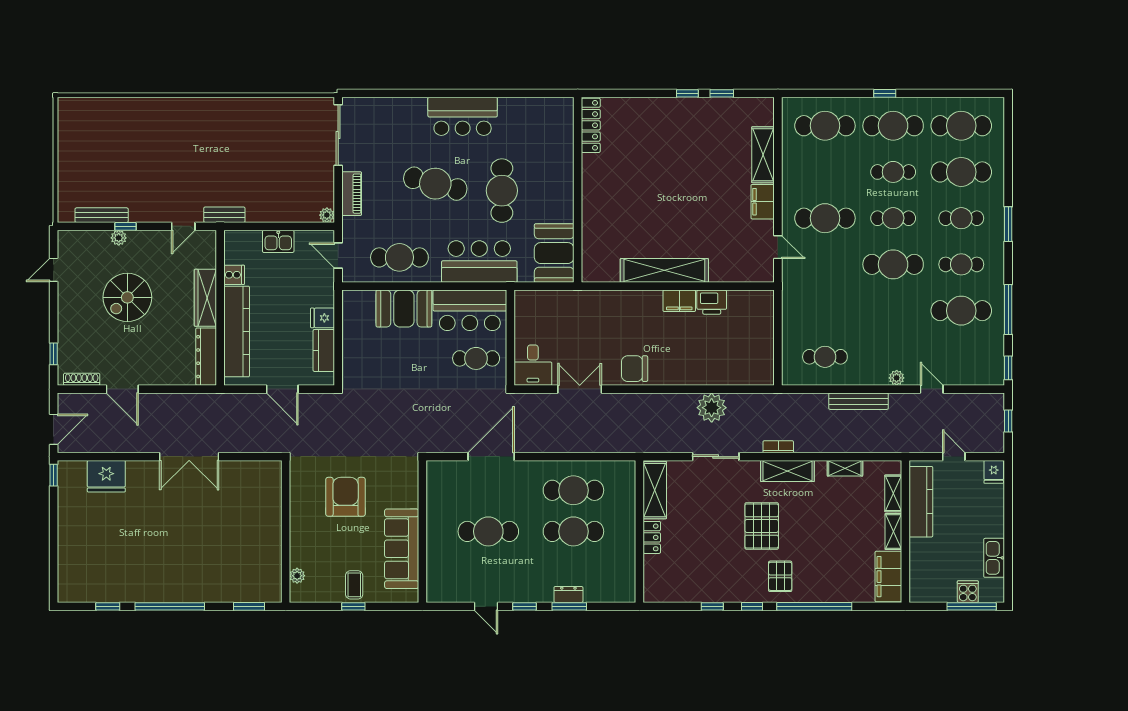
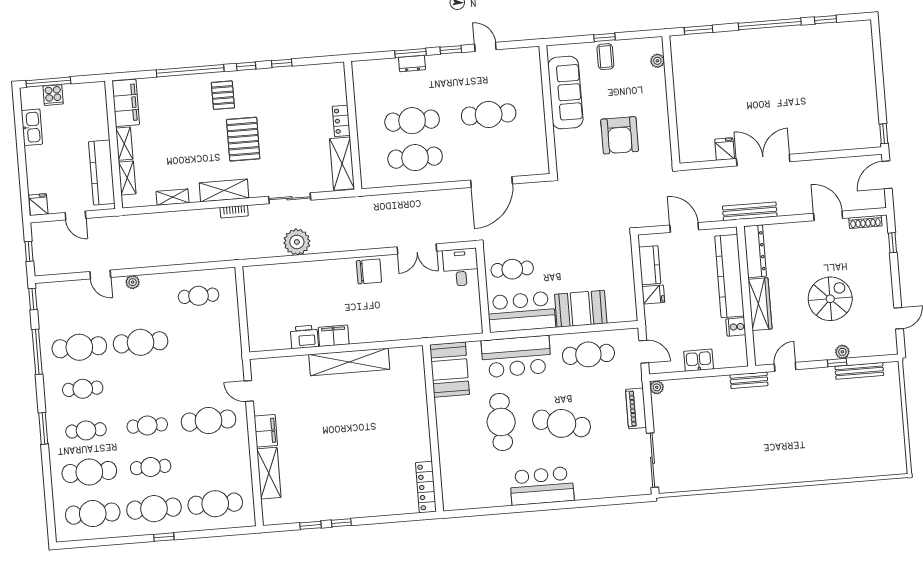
cafe table: (893, 264) -> (141, 342), moved
bench: (859, 401) -> (750, 211), moved
fridge: (106, 476) -> (725, 149), moved, width x0.53, depth x0.75

